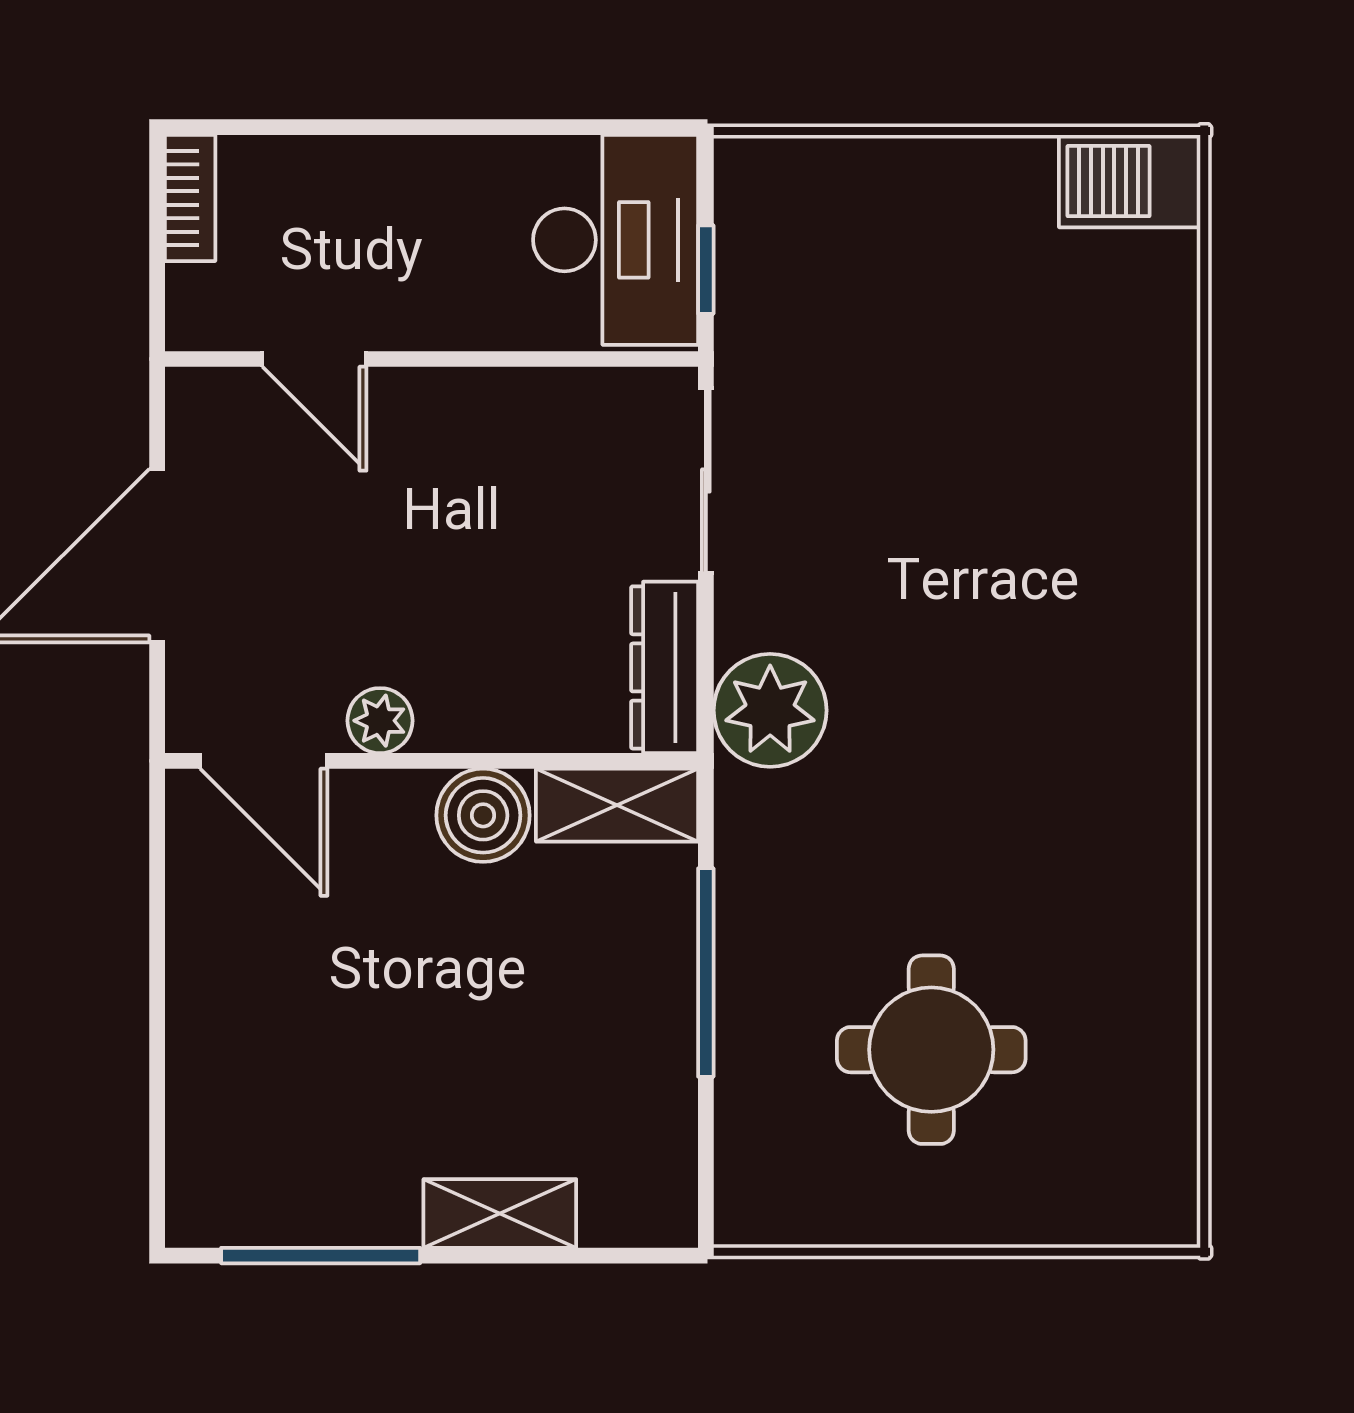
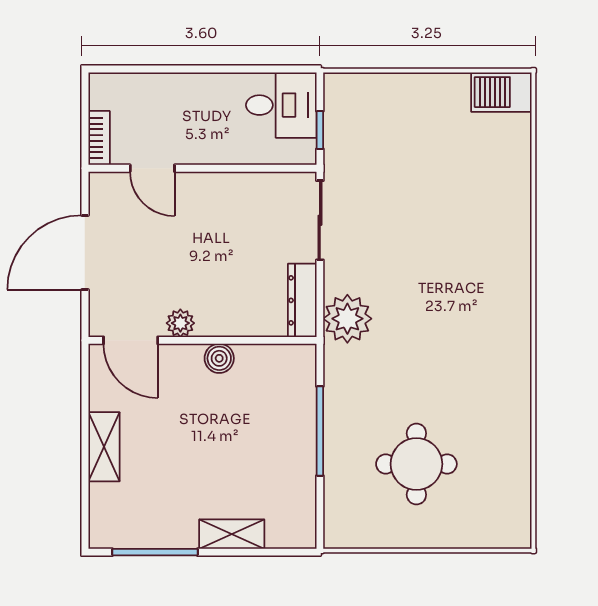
bookcase: (190, 198) -> (99, 138), moved
desk: (616, 240) -> (281, 105), width x0.73
shelving: (617, 805) -> (104, 447), moved, turned 90
boiler: (483, 815) -> (219, 358), width x0.73, depth x0.73

